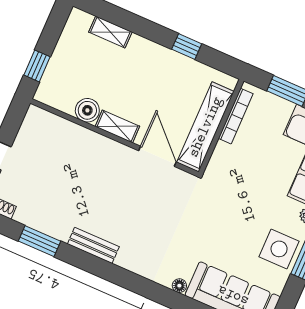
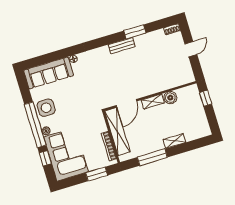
shelving: (110, 32) -> (174, 141), moved
window: (187, 47) -> (152, 157), width x2.17
door: (157, 156) -> (126, 103), hinge flipped
window: (40, 241) -> (135, 32), moved

